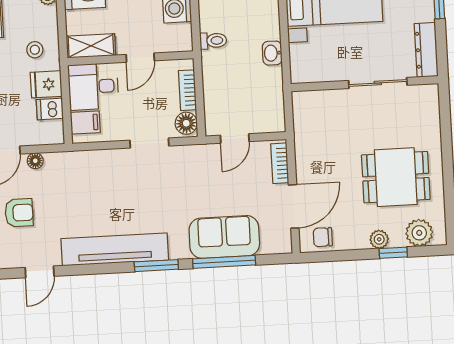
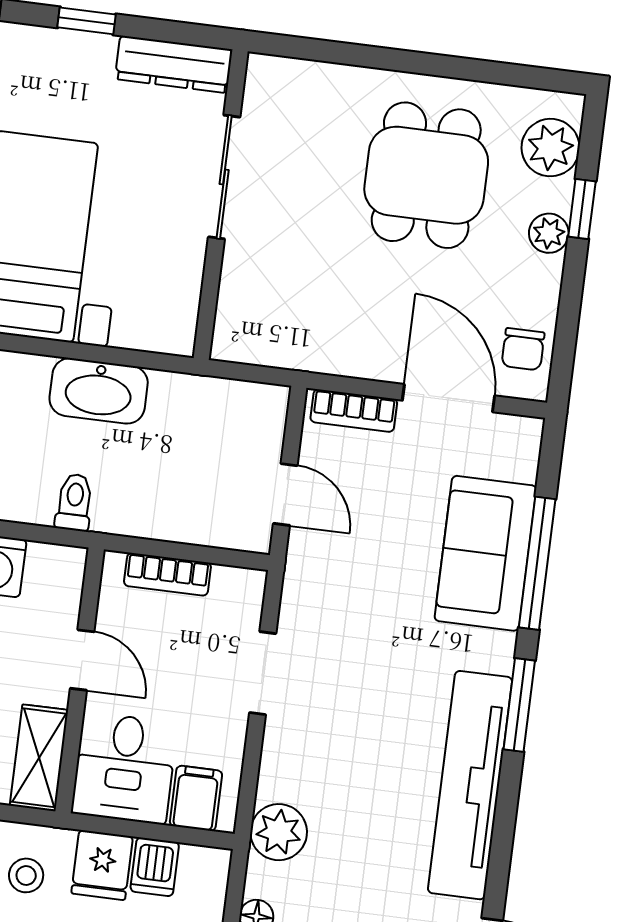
washbasin: (272, 53) -> (99, 391), width x1.91, depth x1.45
floor lamp: (186, 123) -> (235, 589), removed
plant: (77, 164) -> (279, 832), added

